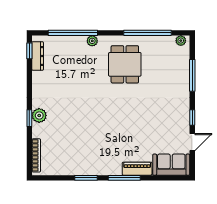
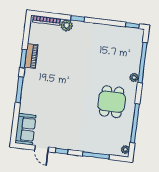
dresser: (38, 56) -> (127, 32), removed
dining table: (125, 64) -> (112, 102), turned 90
plant: (39, 115) -> (67, 25), moved
piano: (137, 169) -> (31, 56), moved

